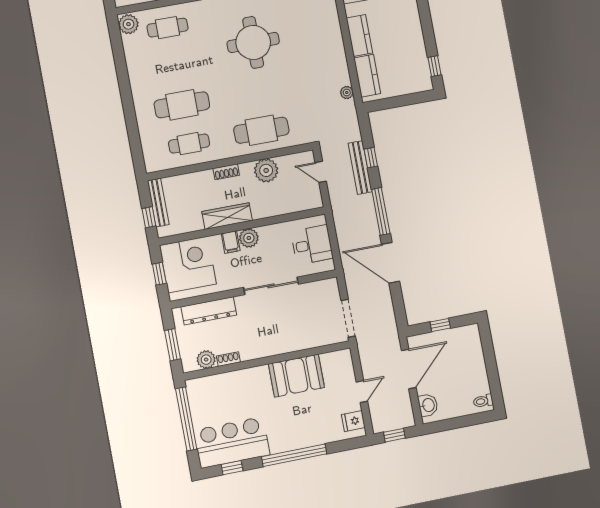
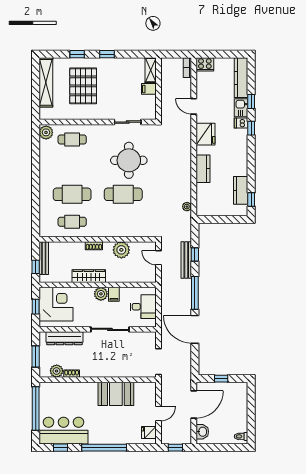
kitchen counter: (367, 76) -> (241, 190), moved, turned 180
cafe table: (261, 130) -> (123, 194), moved
filing cabinet: (231, 242) -> (114, 294), moved

